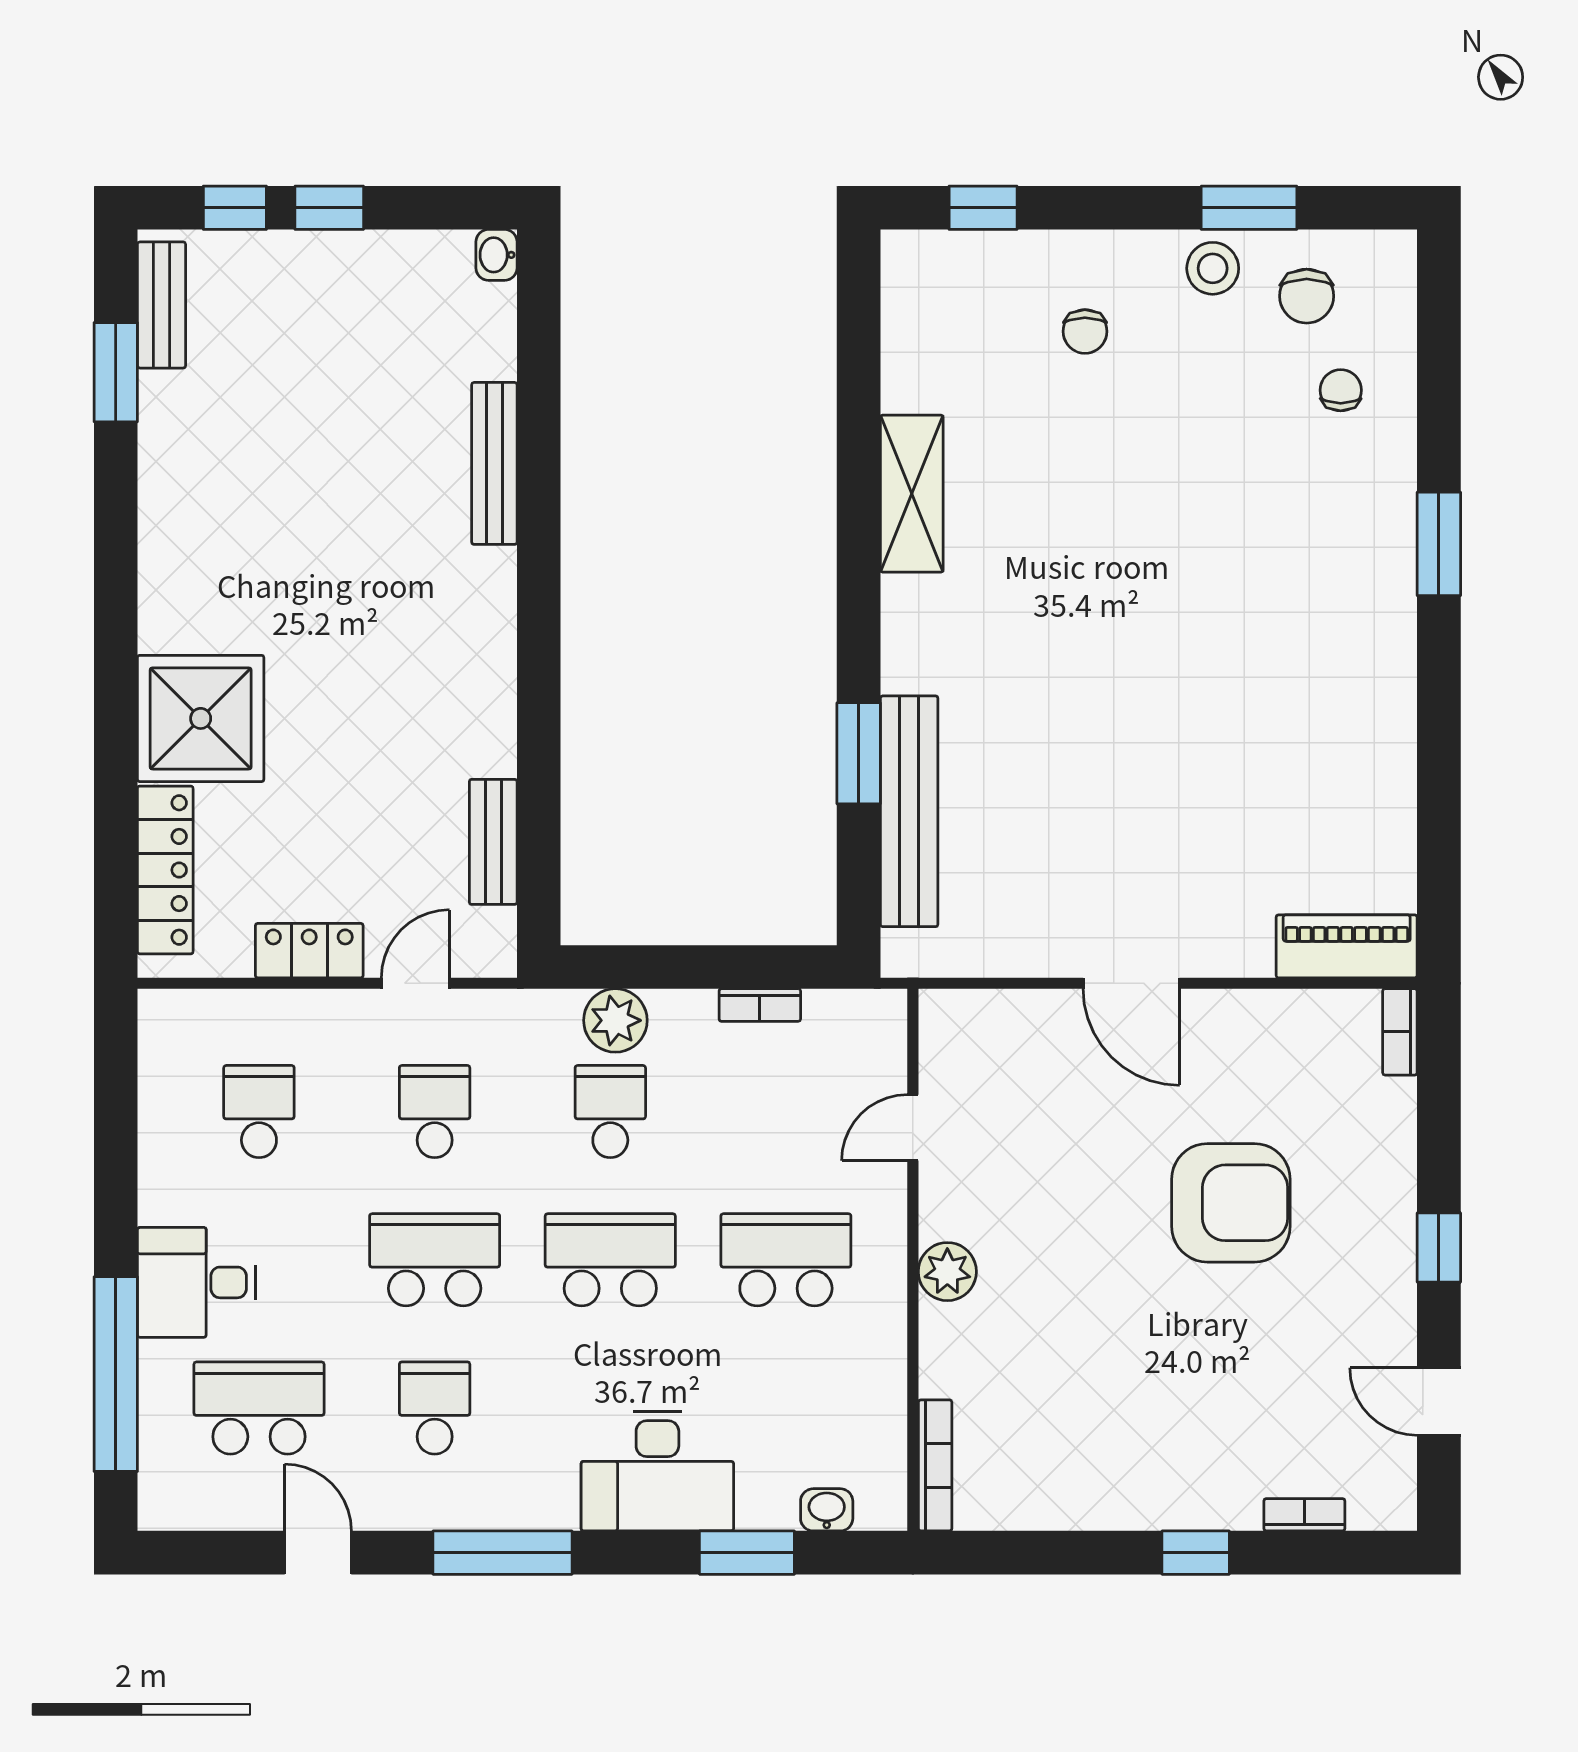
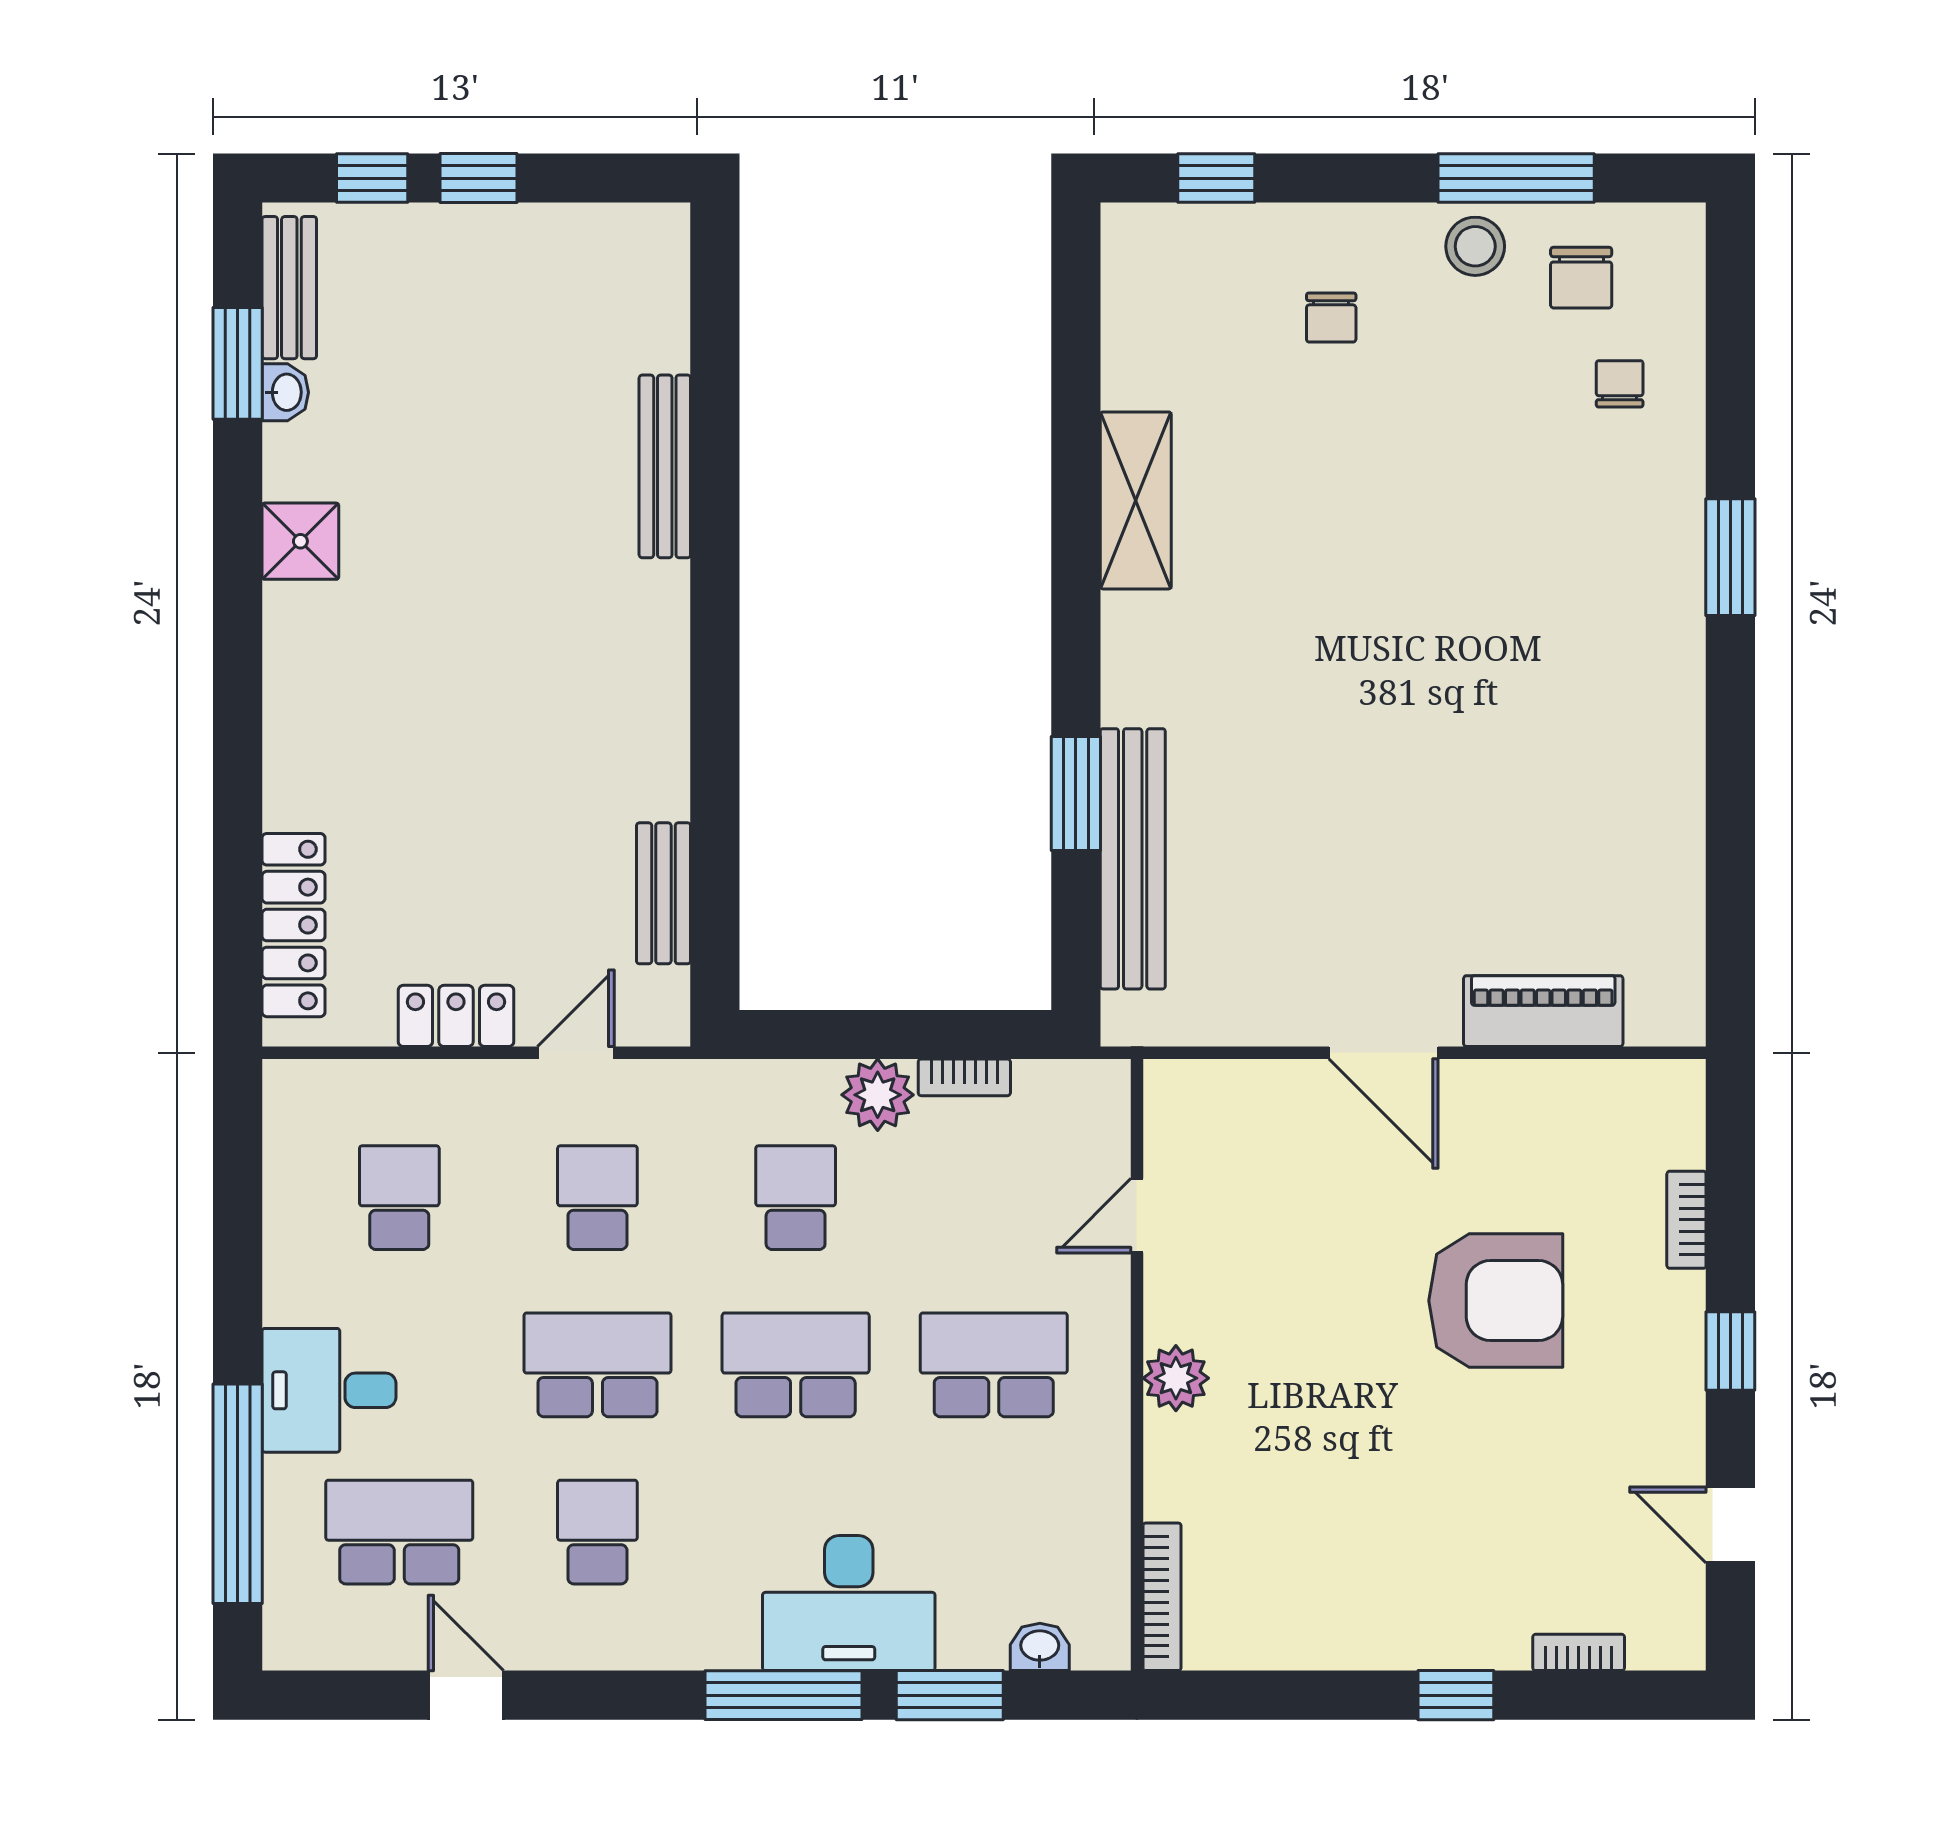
window: (1249, 208) -> (1516, 178), width x1.44
washbasin: (496, 255) -> (285, 392), moved, turned 180
shower: (201, 718) -> (300, 541), moved, width x0.54, depth x0.54
piano: (1347, 946) -> (1543, 1011), moved
plant: (615, 1020) -> (878, 1095), moved
bookcase: (1400, 1032) -> (1686, 1220), moved
window: (503, 1553) -> (784, 1695), moved

